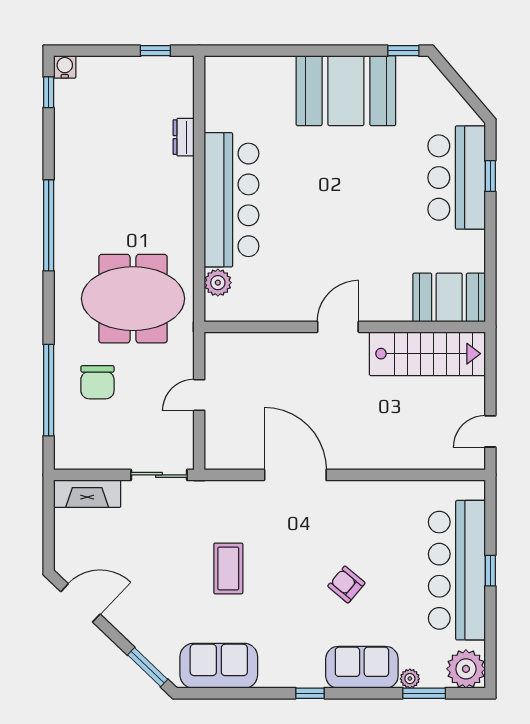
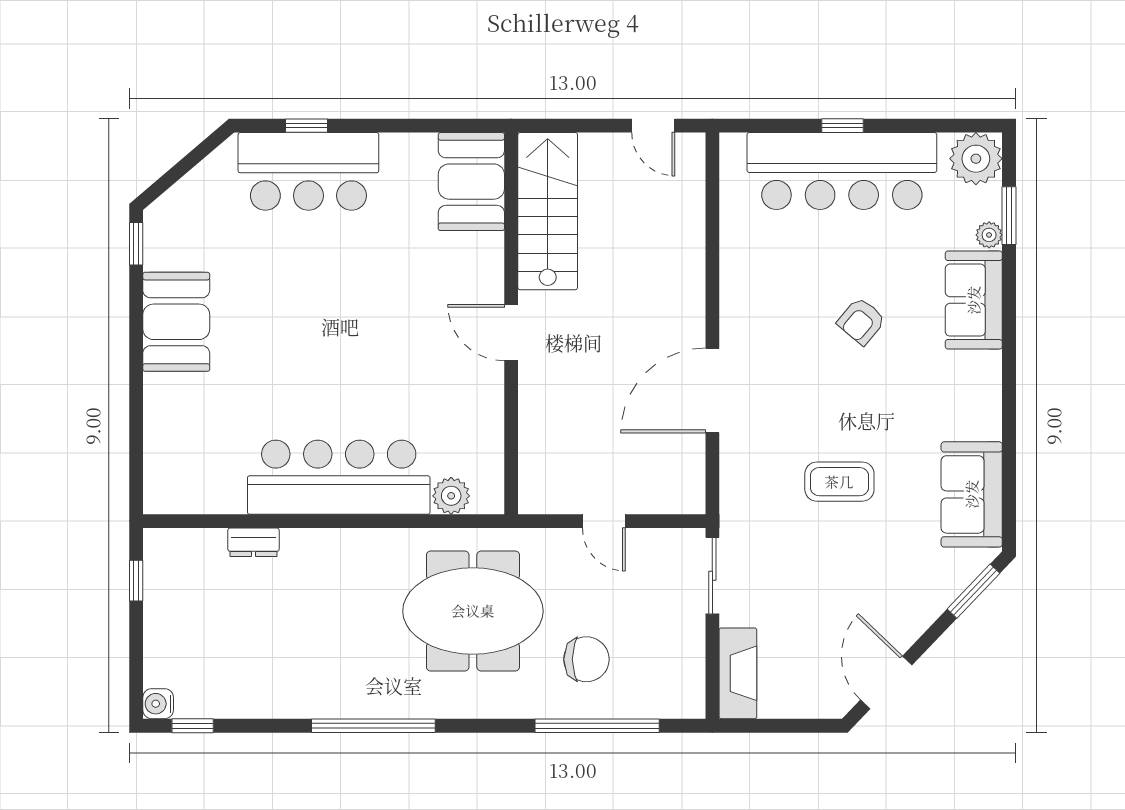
booth: (346, 91) -> (176, 322), width x0.73, depth x0.70
meeting table: (133, 299) -> (473, 611), turned 90
window: (310, 693) -> (1009, 371), removed

